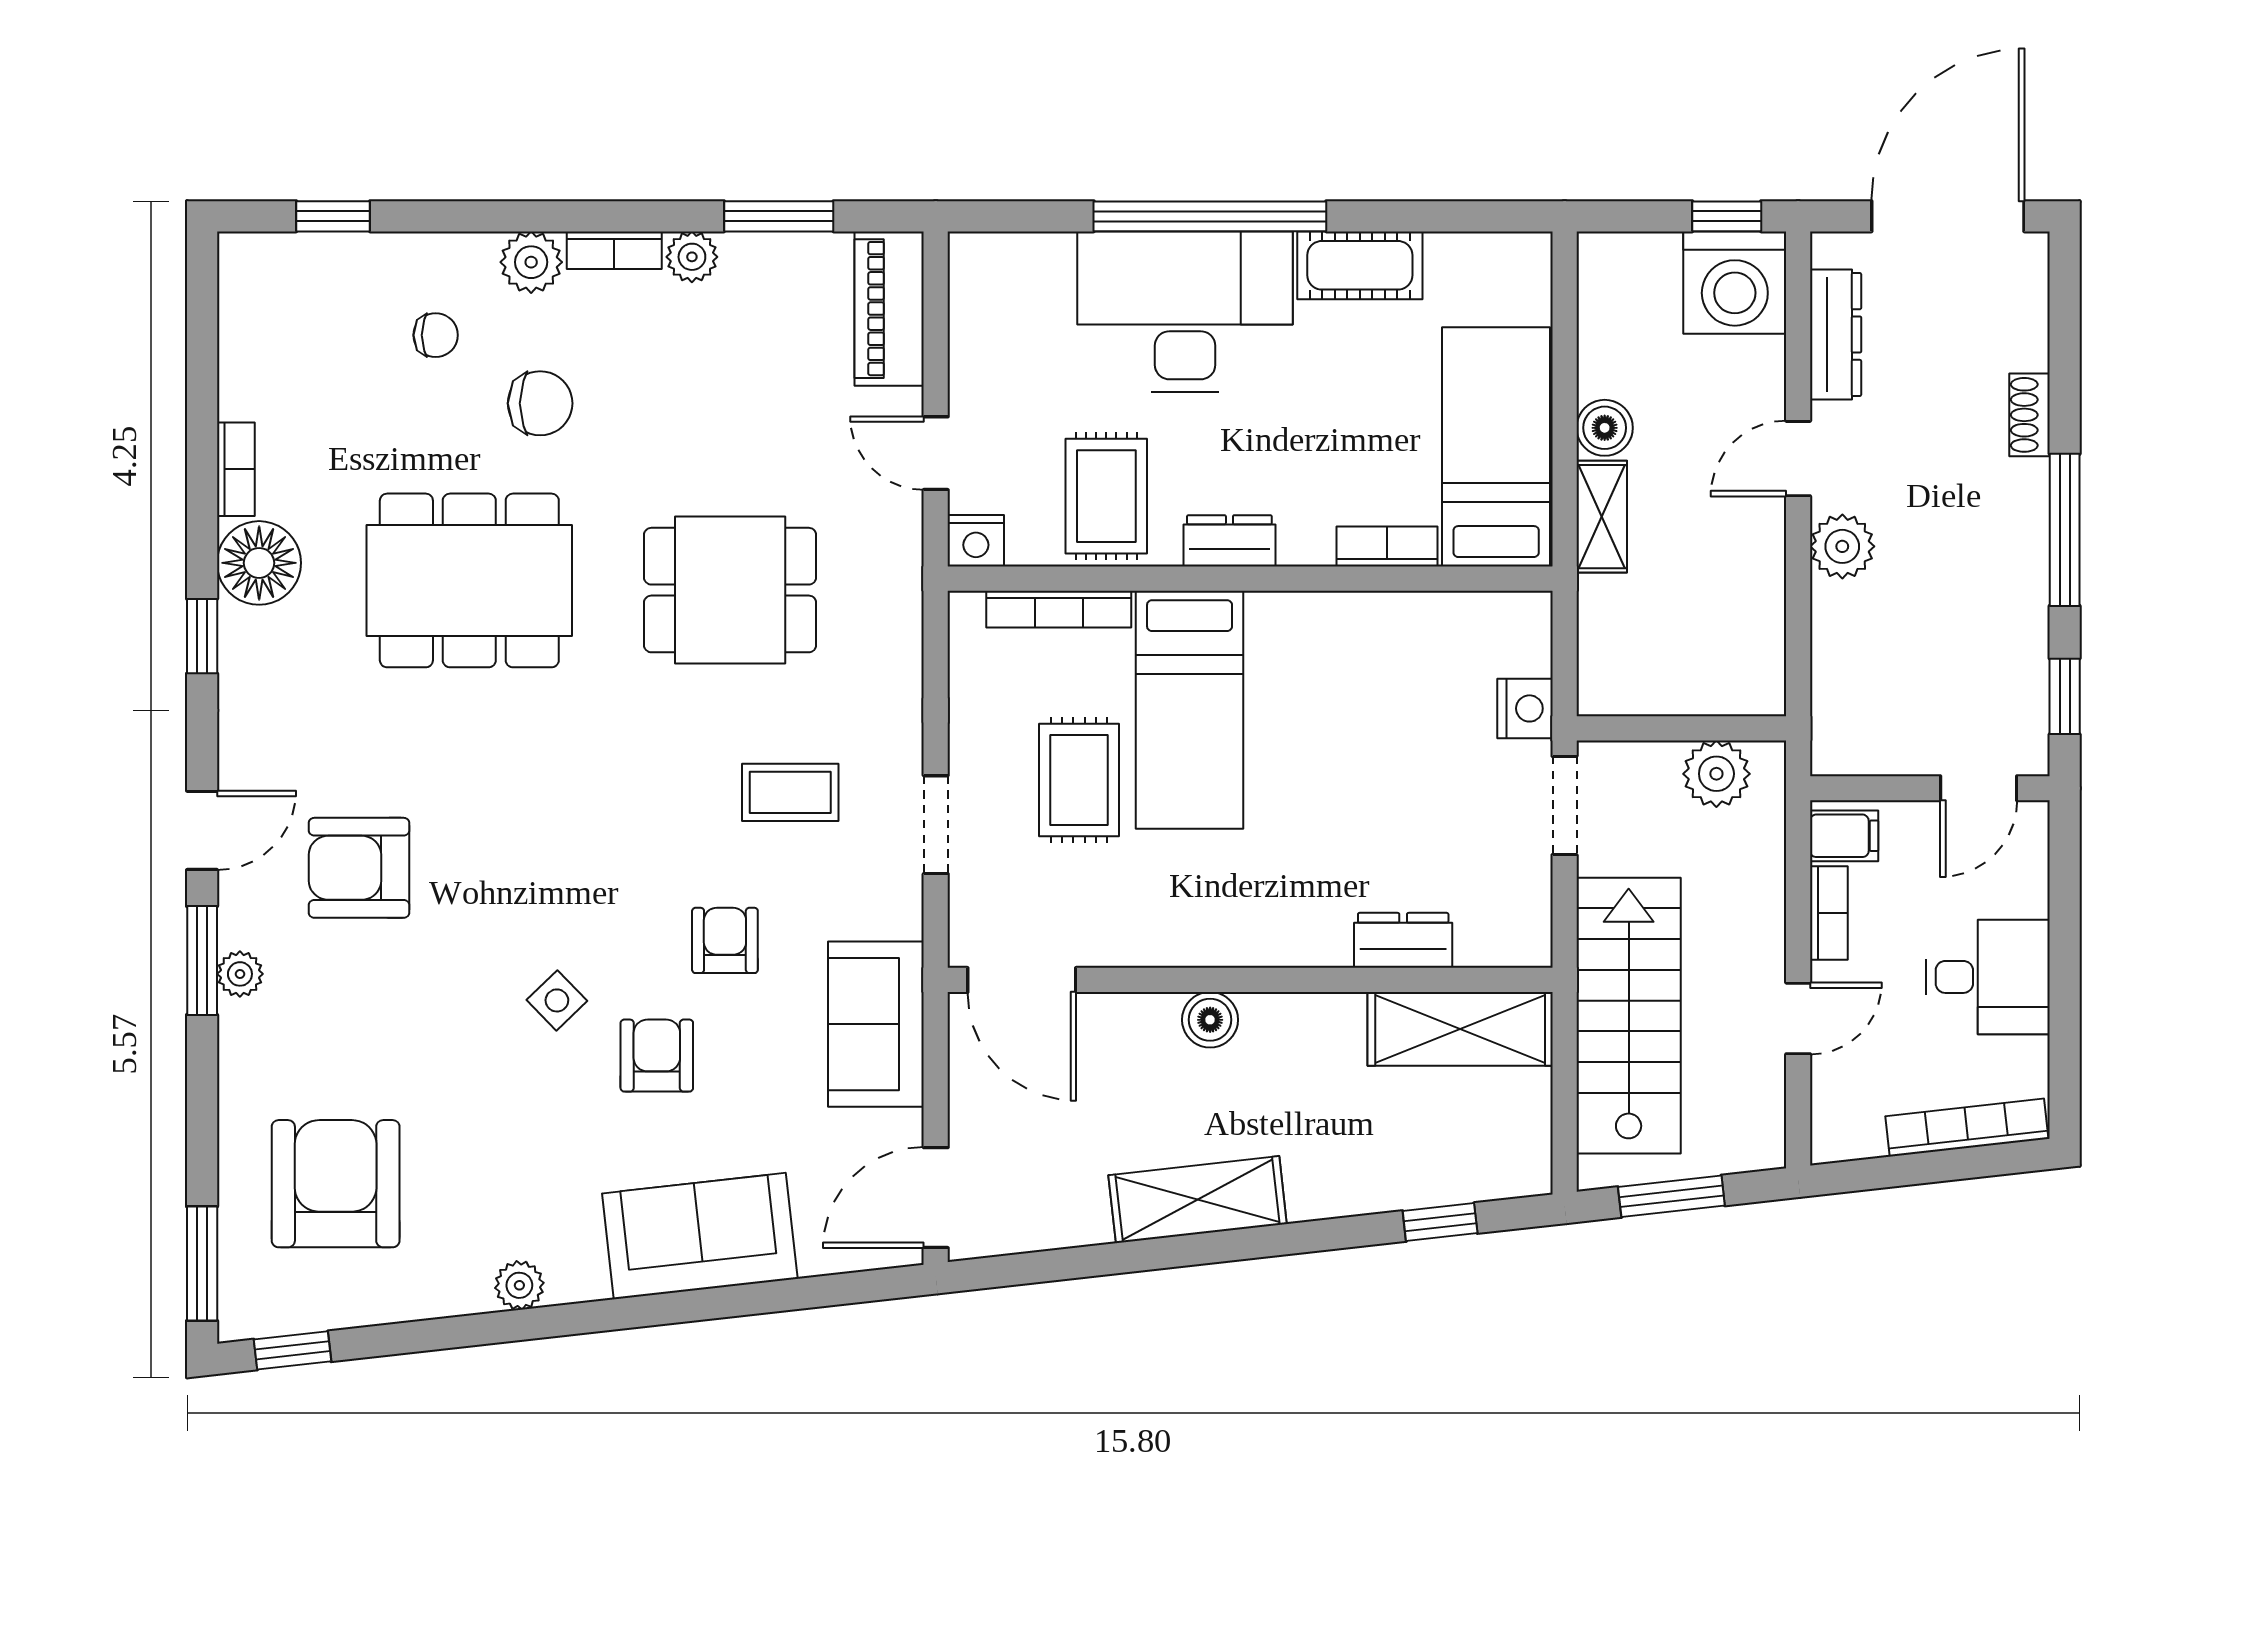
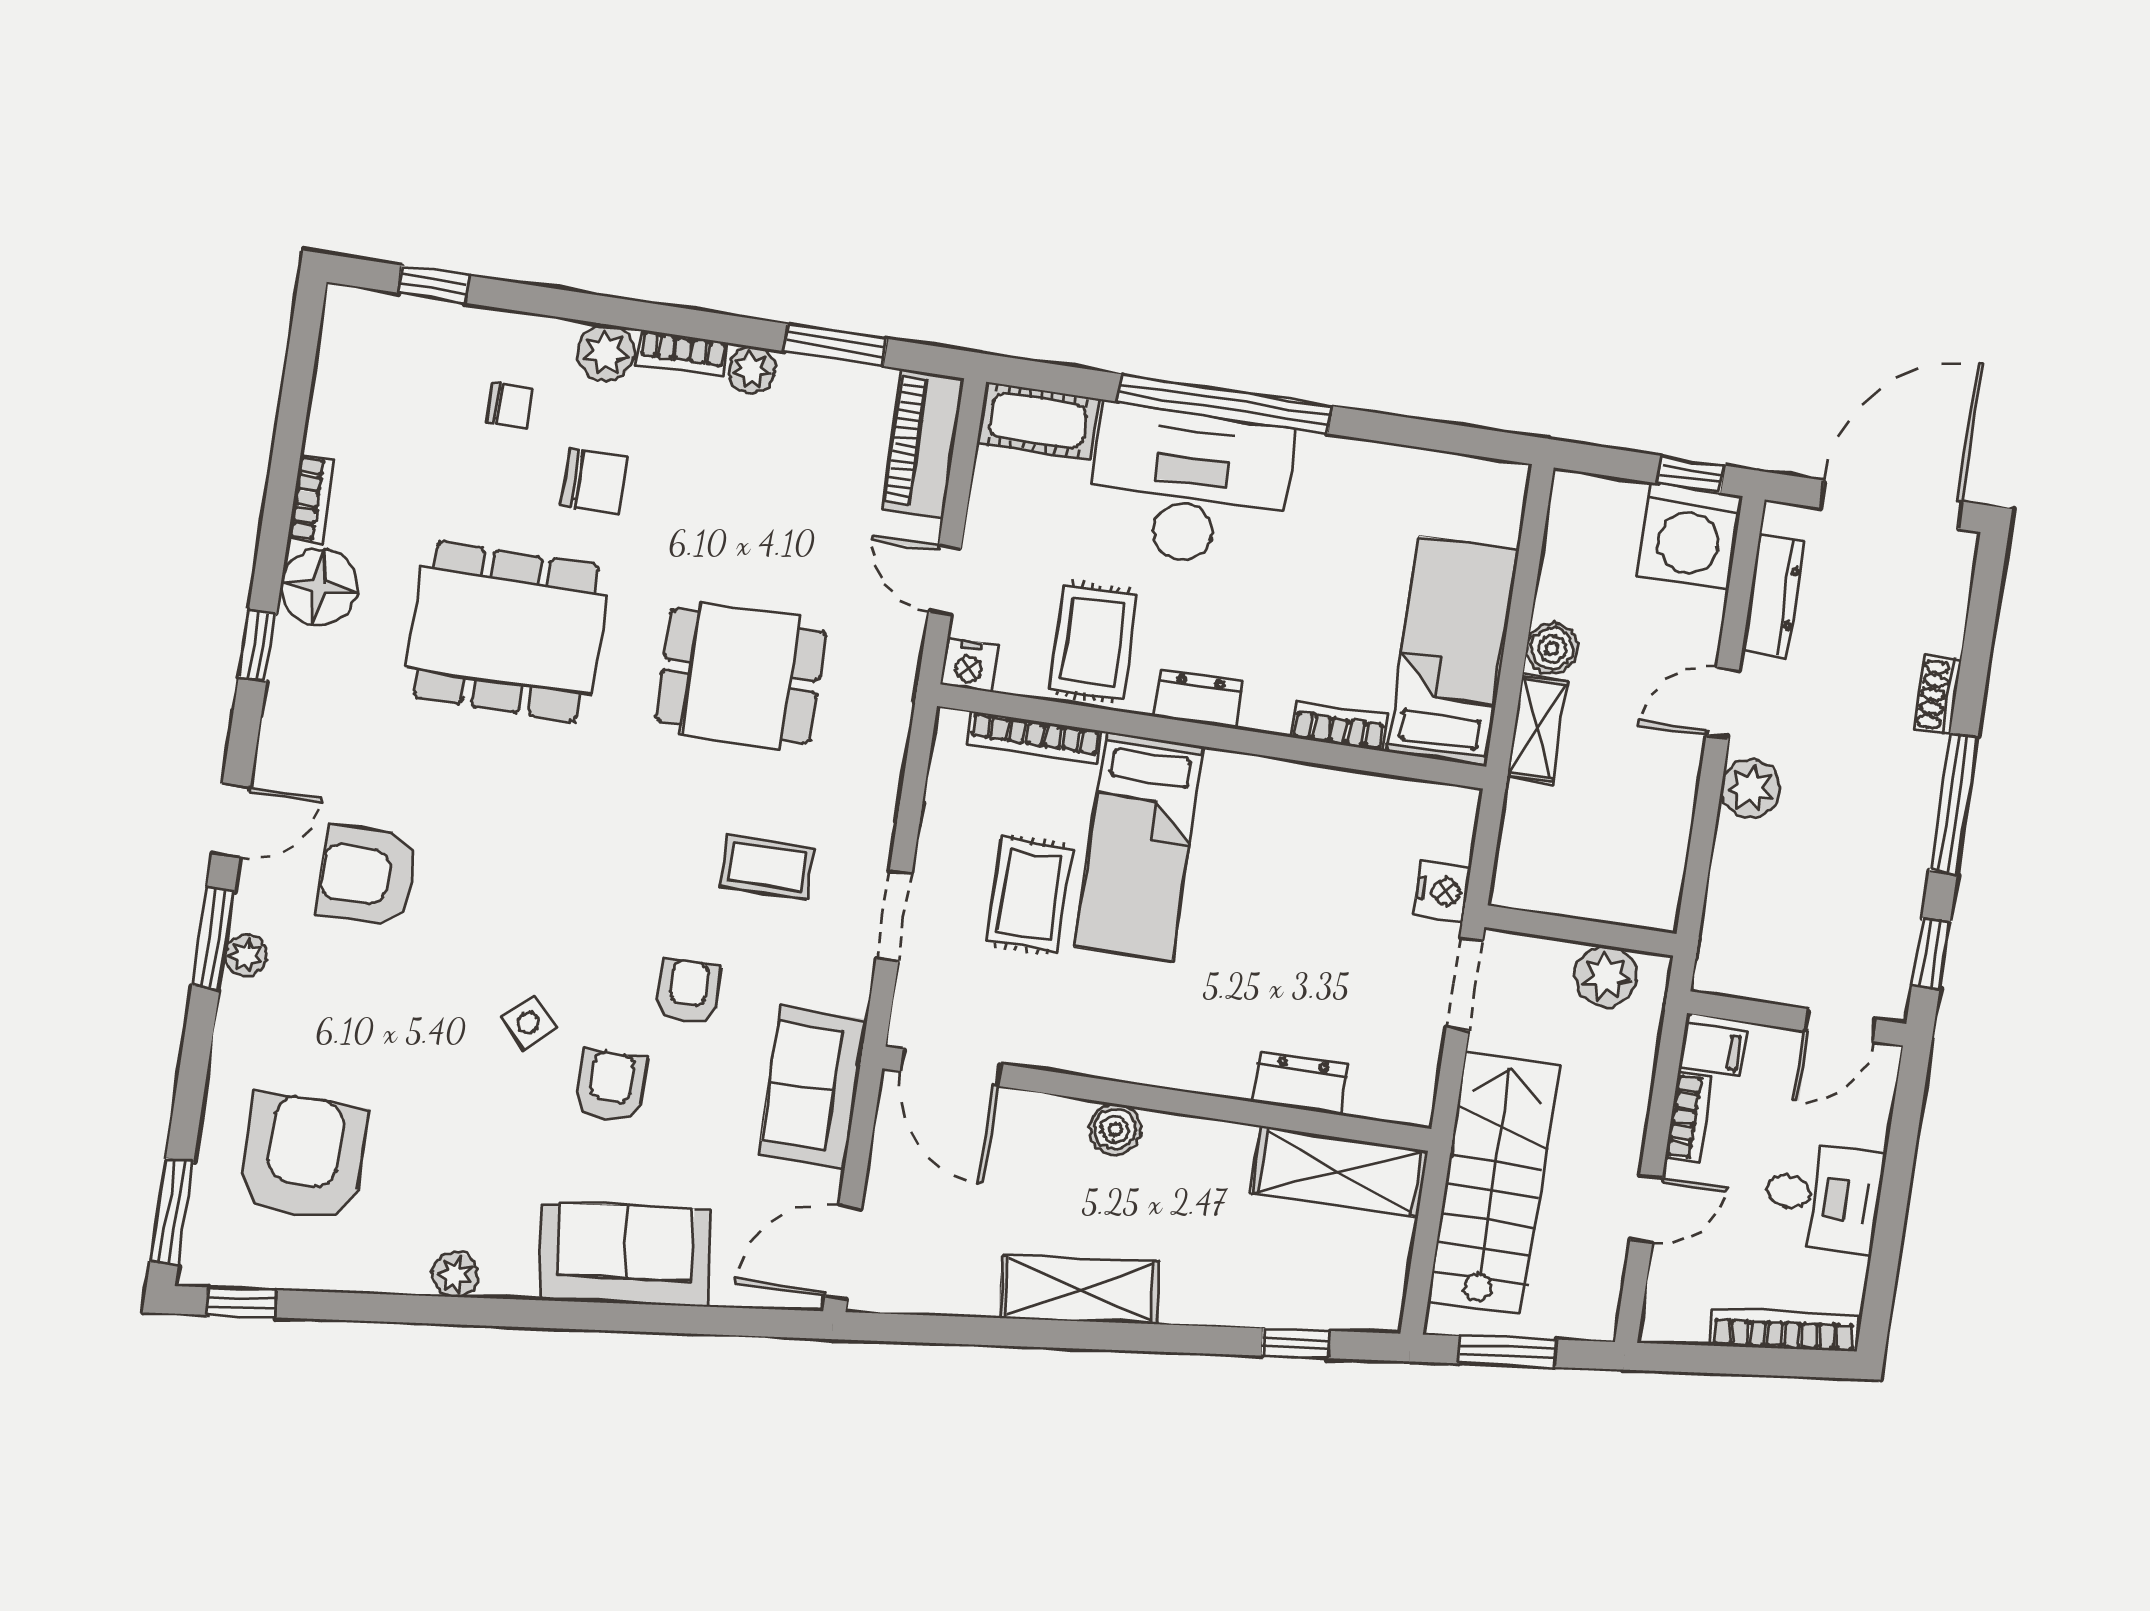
cot: (1360, 265) -> (1038, 421), moved

